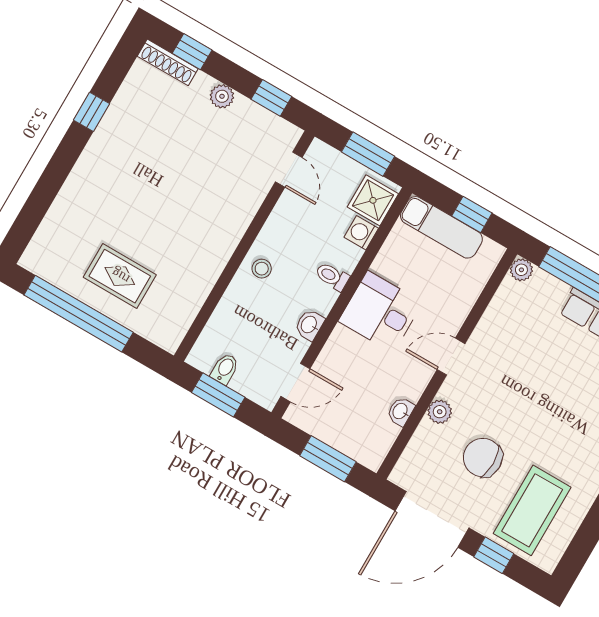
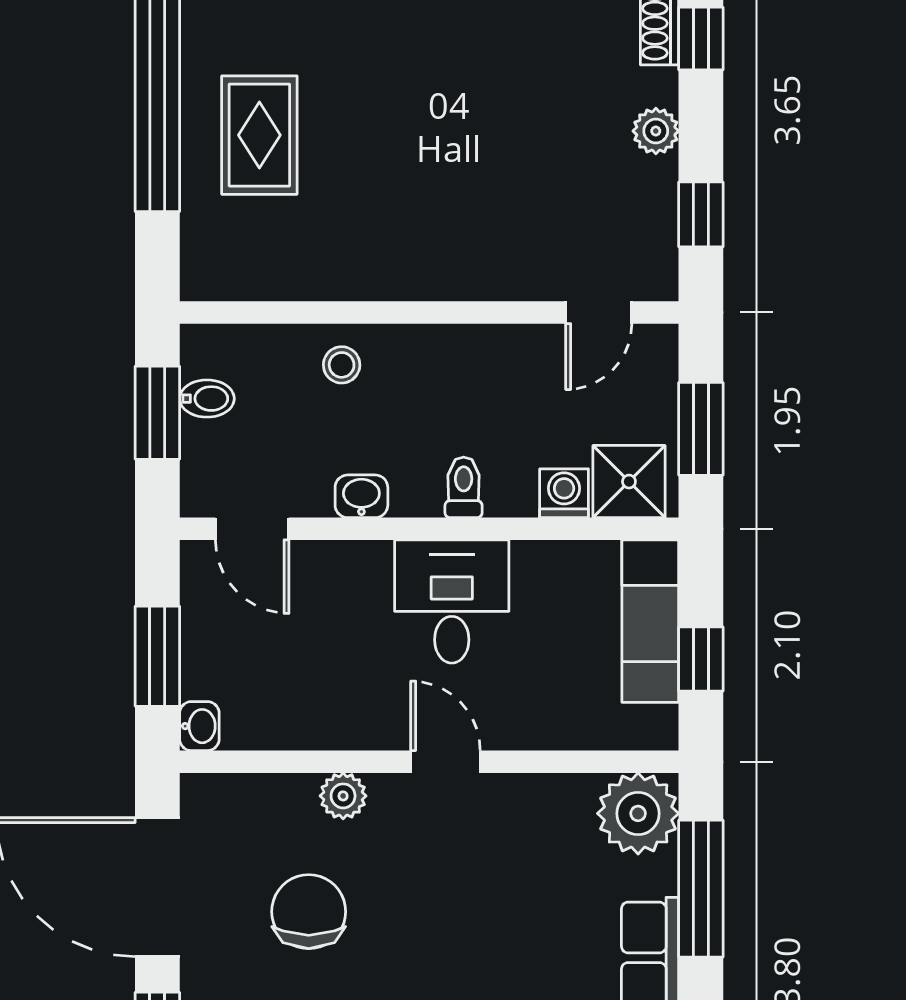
stool: (262, 269) -> (342, 365), moved
plant: (521, 270) -> (638, 813), width x1.88, depth x1.88
washbasin: (401, 411) -> (199, 726), moved, turned 90

